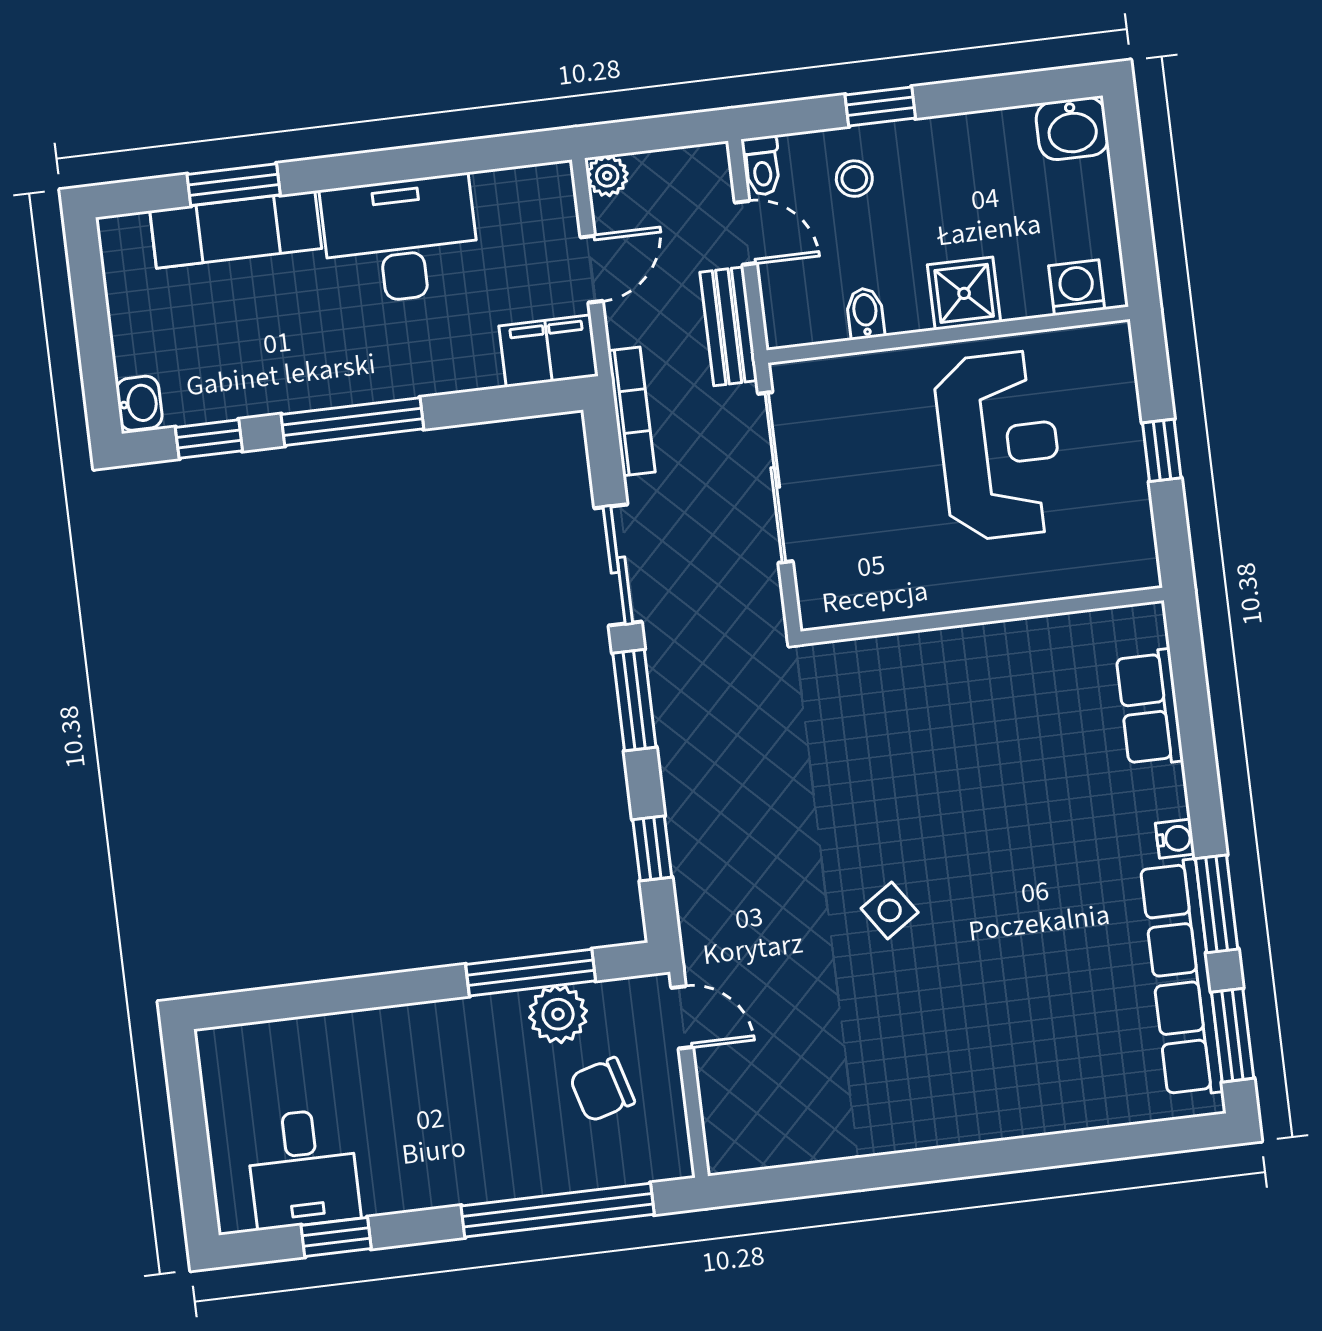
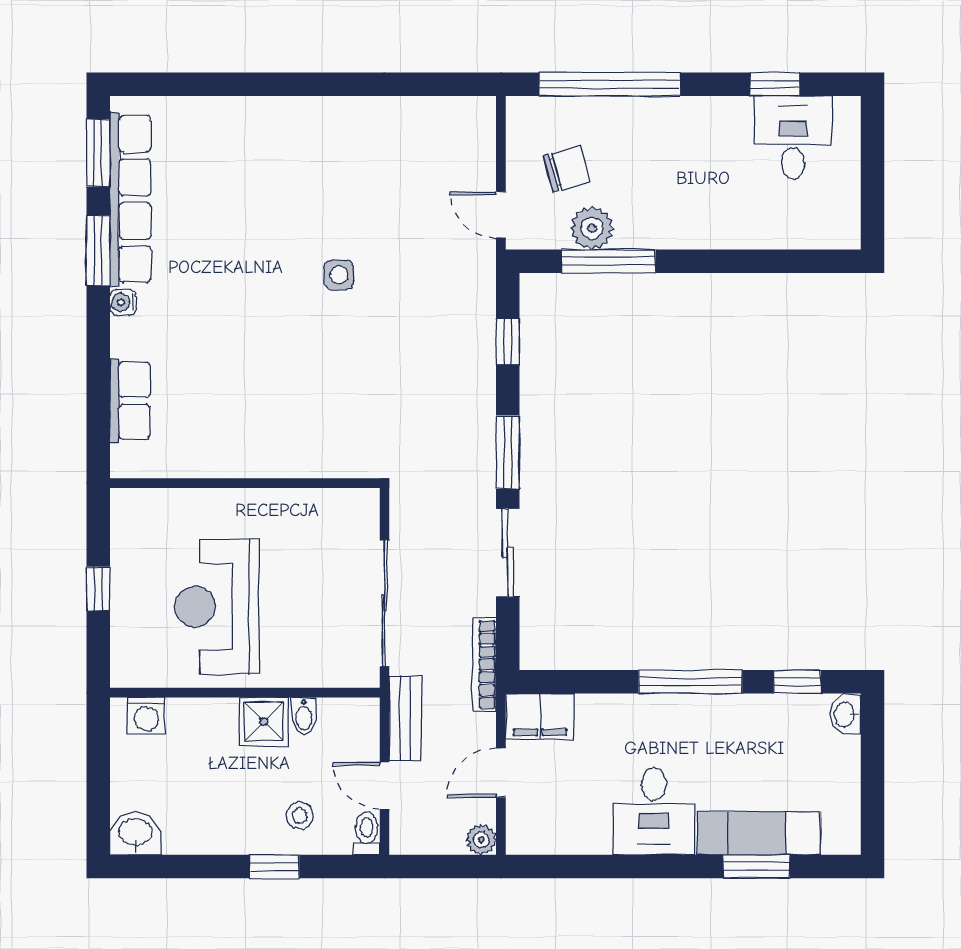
desk: (401, 240) -> (654, 811), width x0.73
shower: (964, 293) -> (264, 722), moved
side table: (890, 910) -> (339, 275), turned 34

